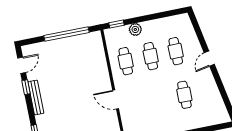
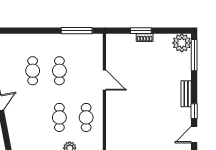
cafe table: (176, 51) -> (59, 71), moved
bench: (36, 97) -> (186, 94), width x0.73

